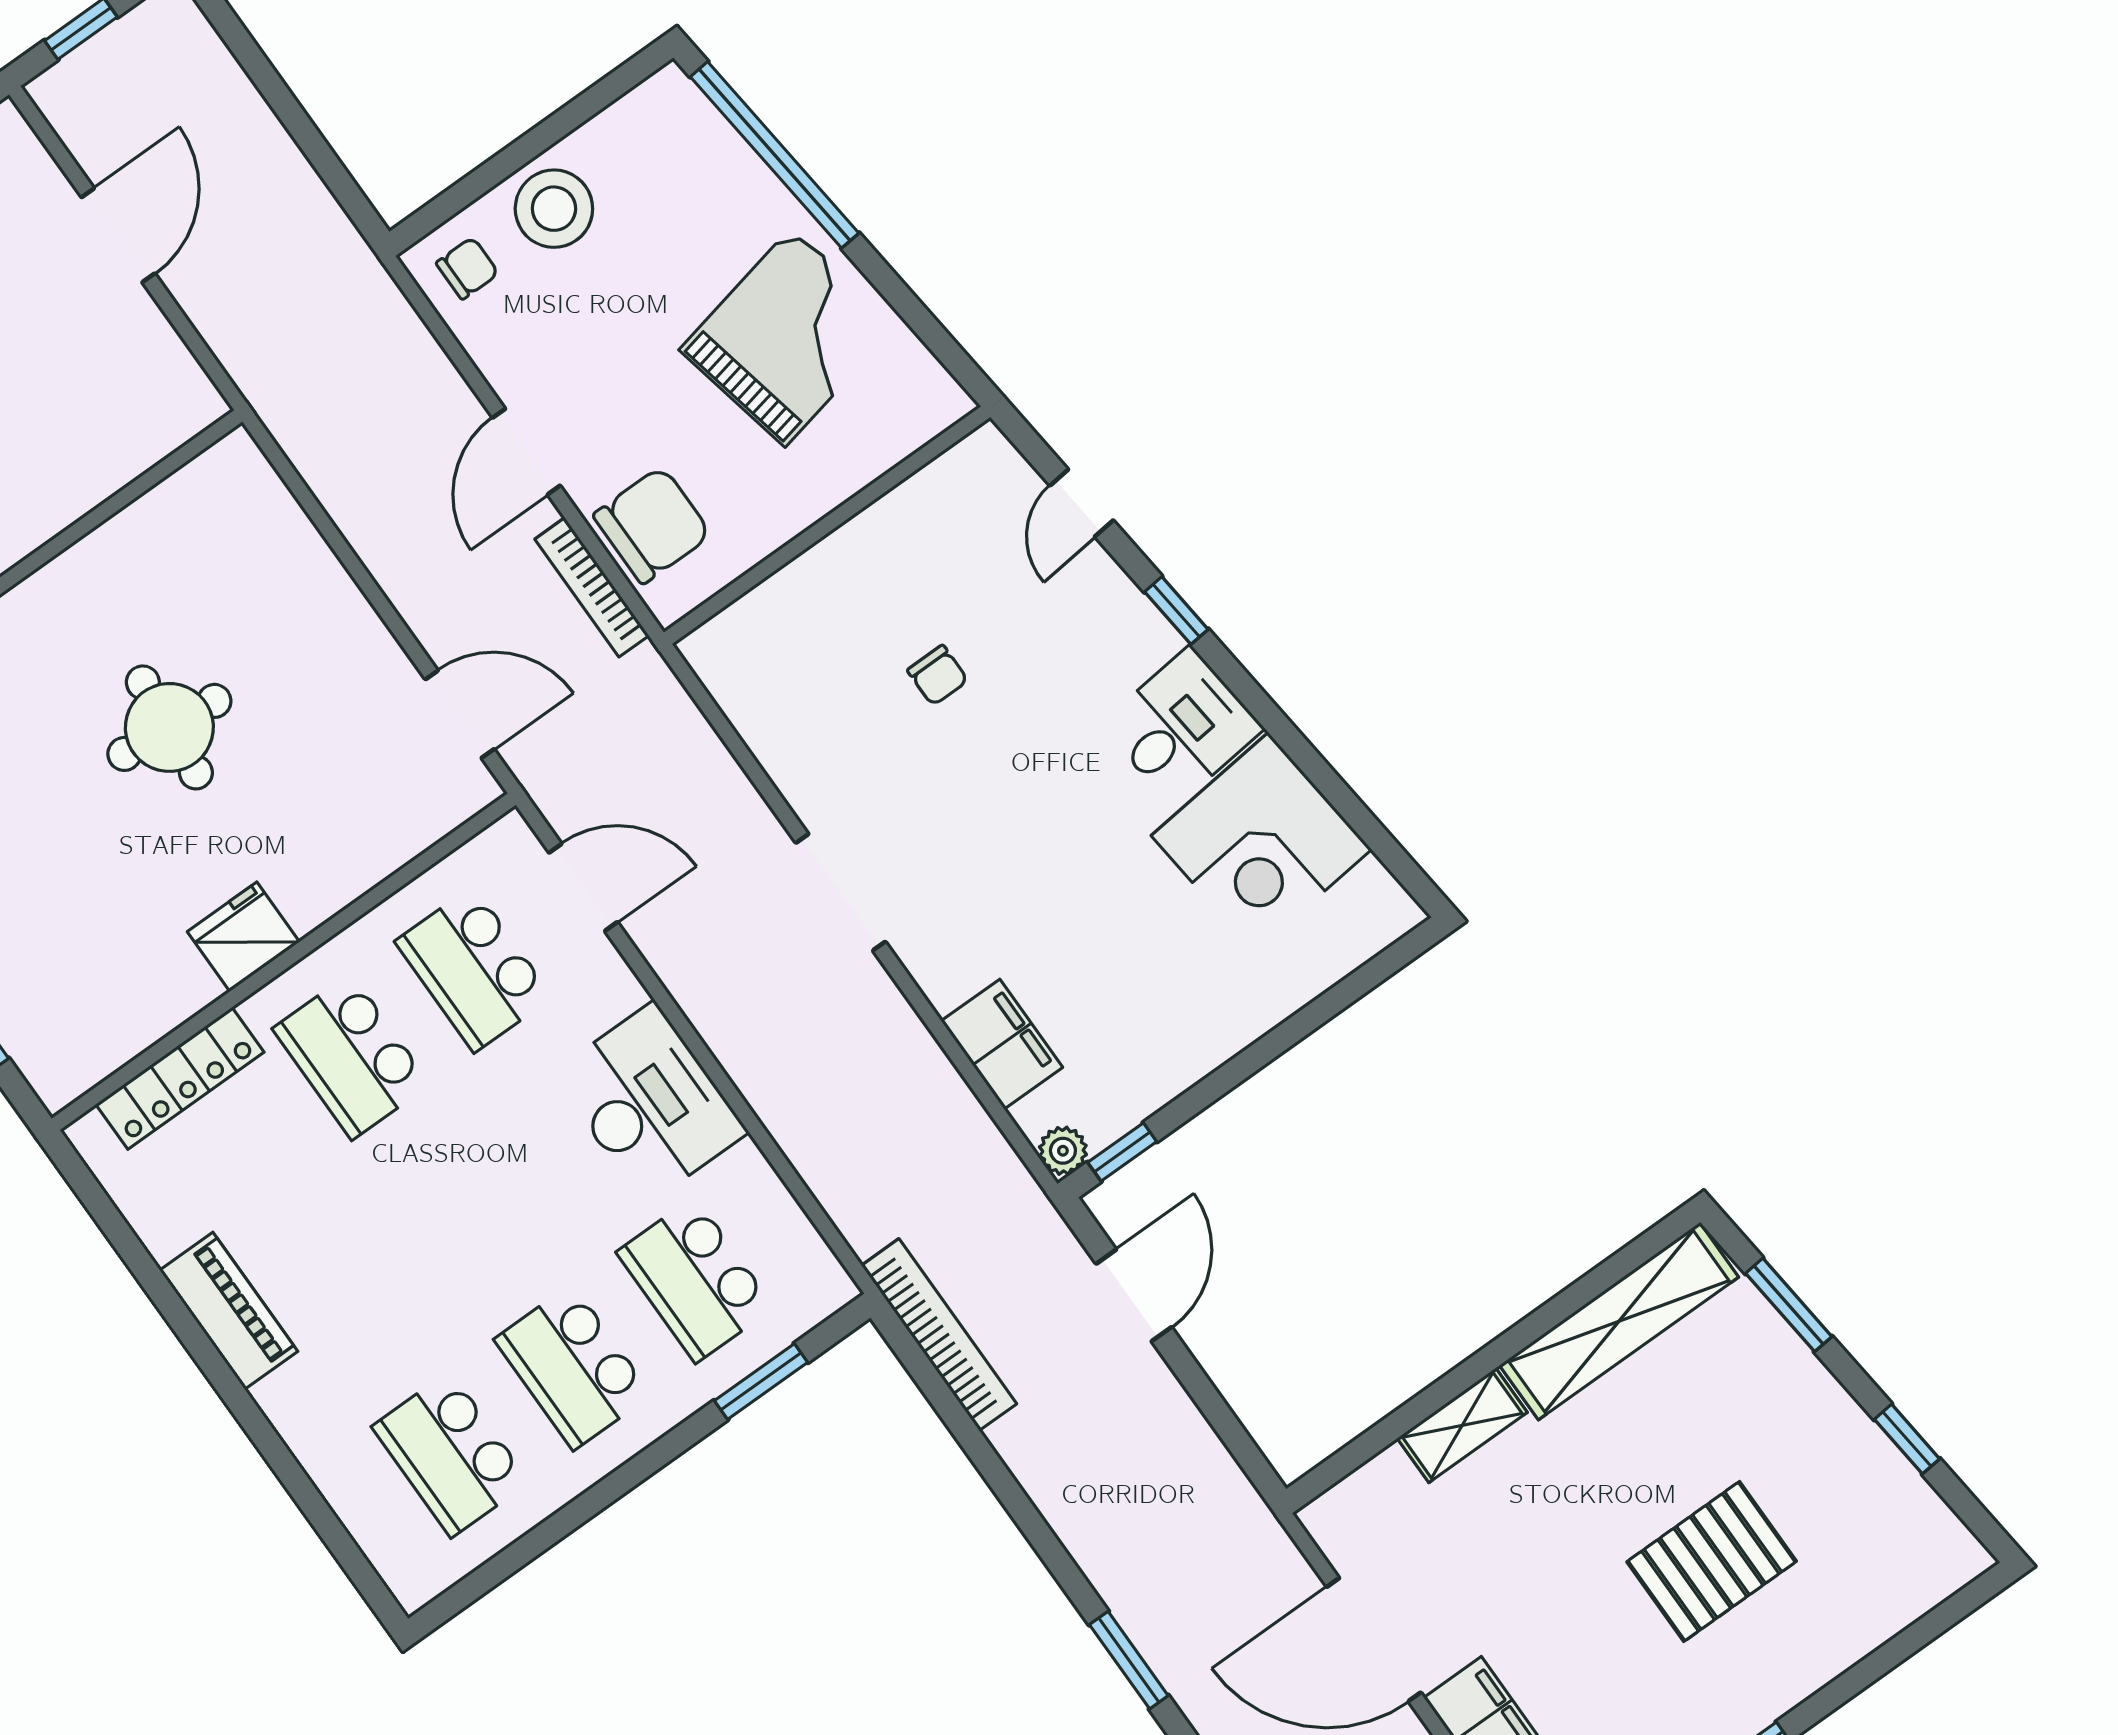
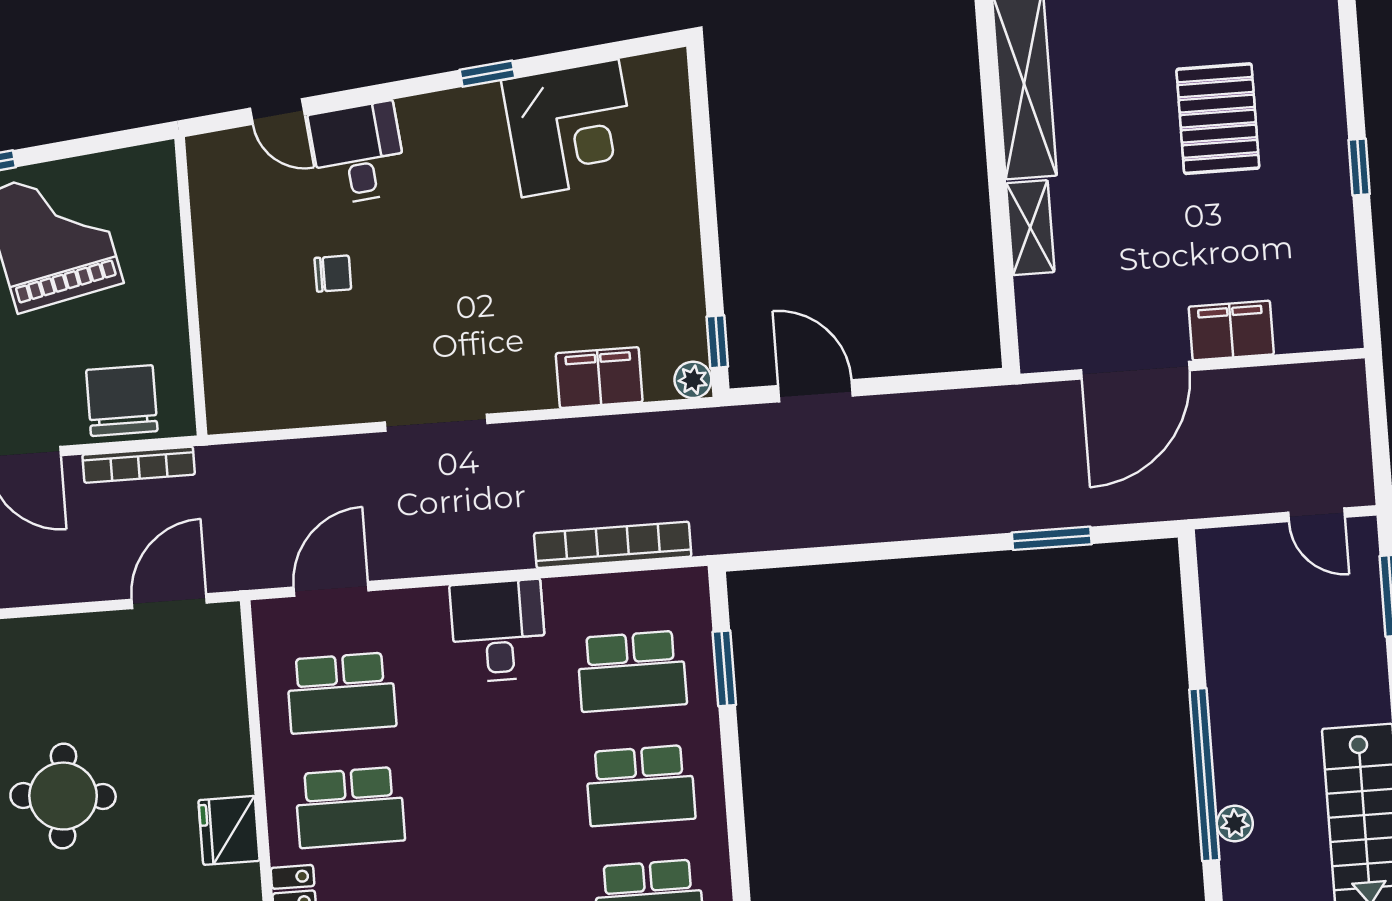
window: (1176, 611) -> (487, 74), moved
desk: (1182, 727) -> (358, 153), moved
desk: (650, 1103) -> (498, 631), width x0.73
bookcase: (939, 1335) -> (613, 545), moved

